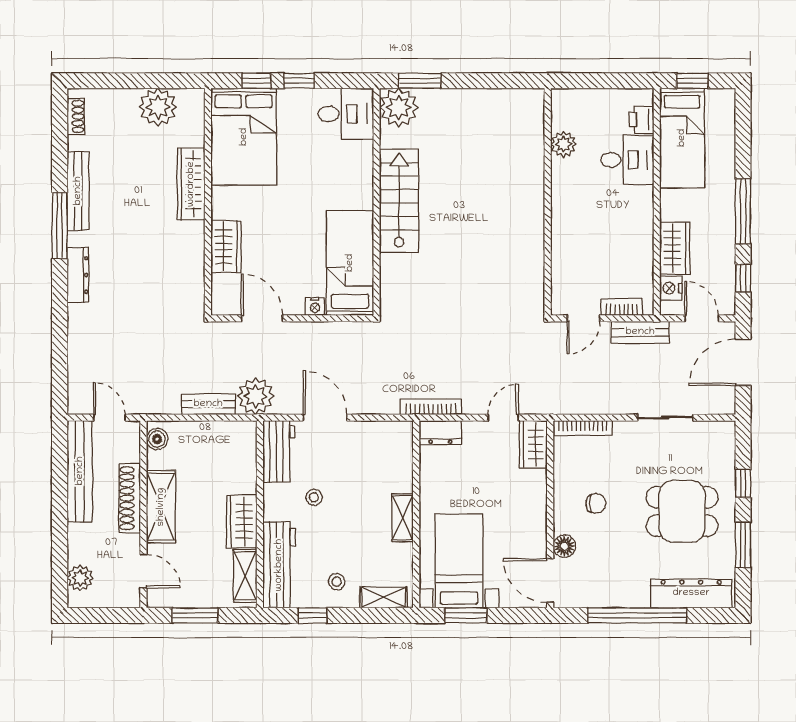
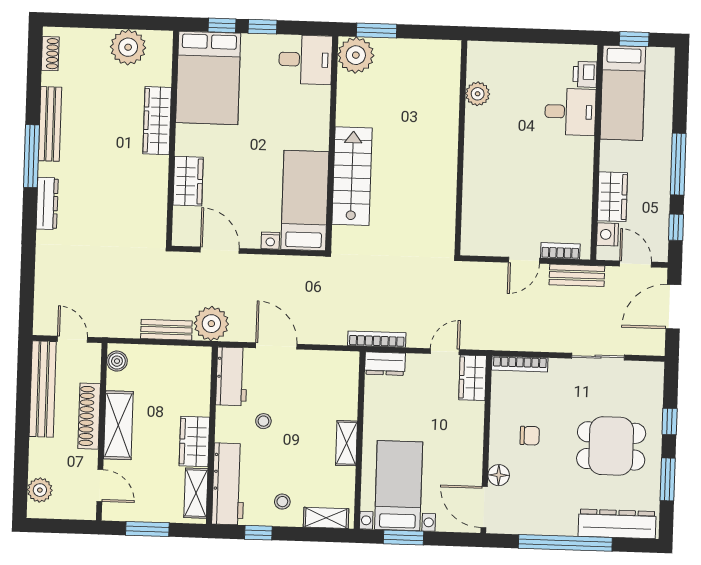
plant: (563, 144) -> (478, 94), moved
stairs: (399, 201) -> (352, 176), moved
wall: (548, 202) -> (461, 148), moved

